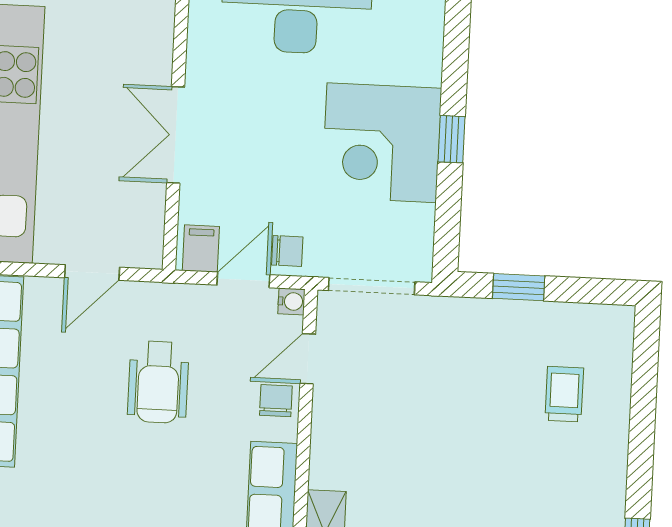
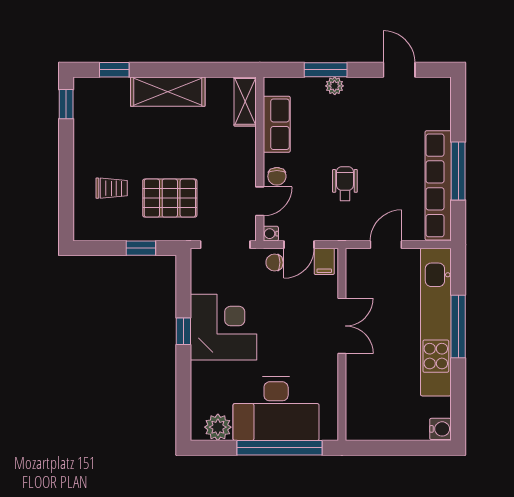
pallet: (464, 372) -> (170, 198), added
wheelchair: (158, 382) -> (345, 184), width x0.73, depth x0.73
trolley: (564, 394) -> (112, 188), turned -90

